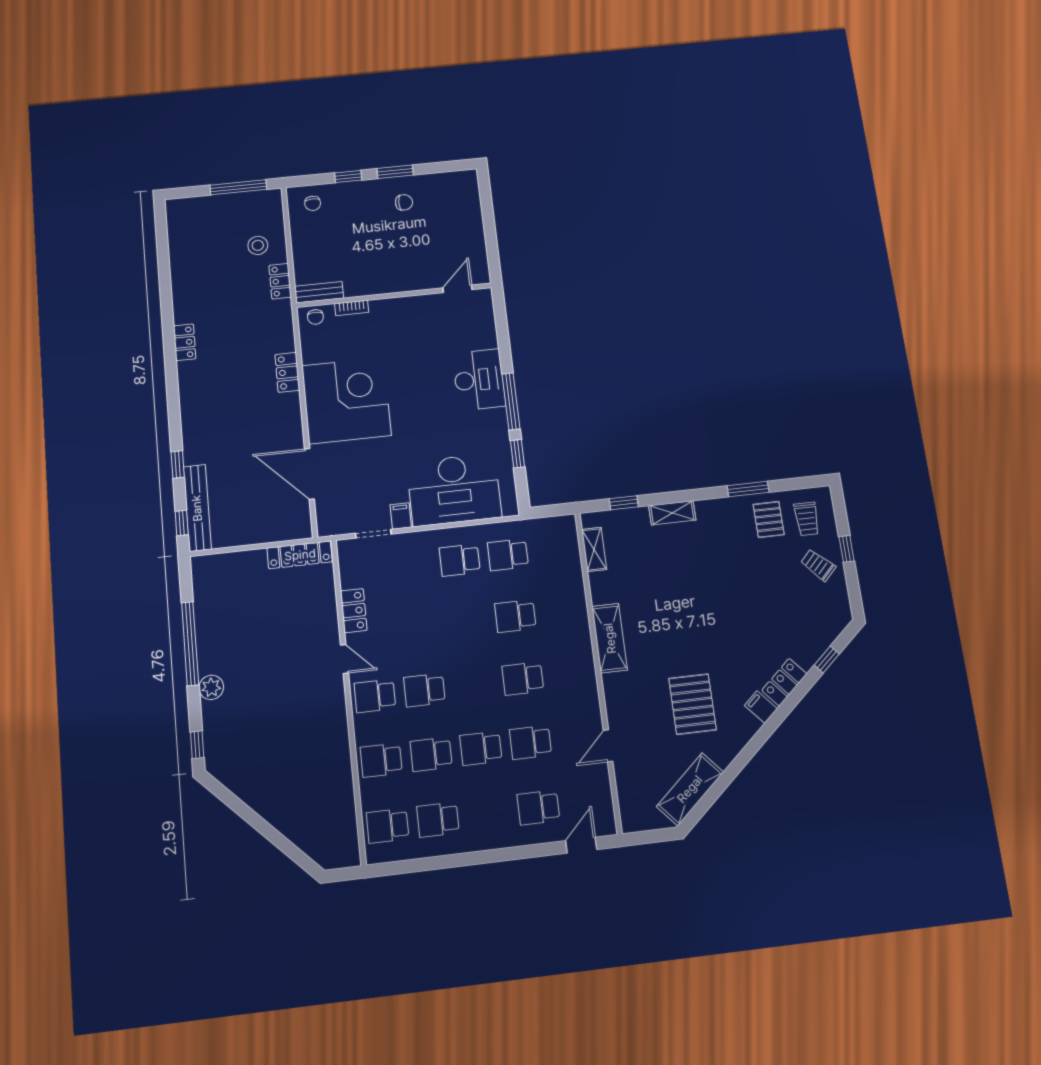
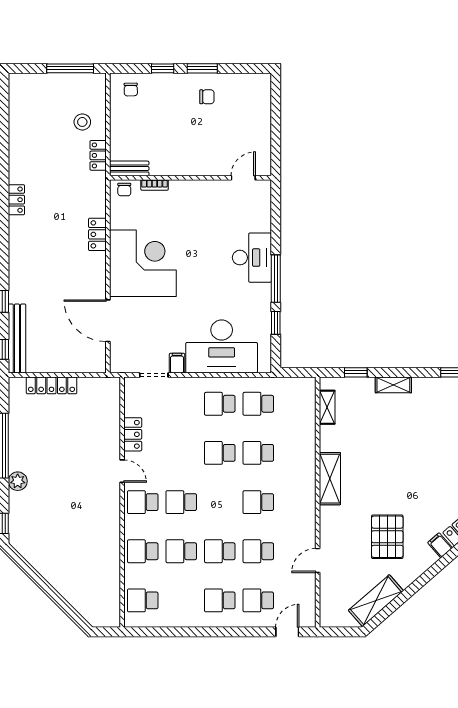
locker: (300, 555) -> (52, 385), moved
school desk: (467, 622) -> (220, 453), added
school desk: (438, 820) -> (220, 600), moved

